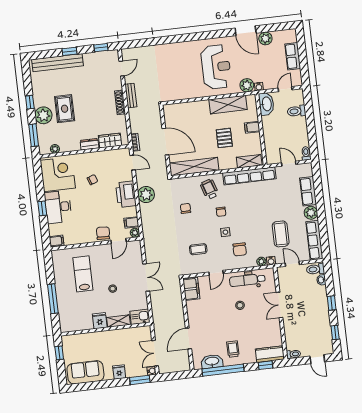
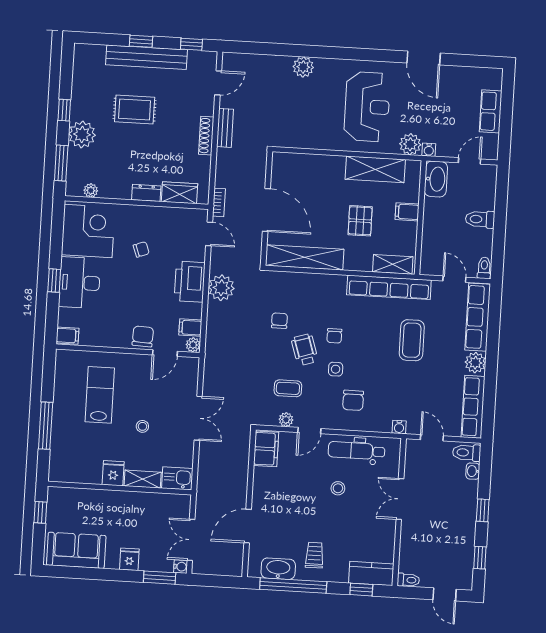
plant: (265, 38) -> (303, 67), moved
bench: (58, 63) -> (146, 57), moved
rug: (65, 109) -> (135, 110), moved, turned 90
toilet: (297, 111) -> (480, 219), moved
wheelchair: (209, 189) -> (305, 350), moved
row of seats: (308, 191) -> (478, 317), width x1.48
coffee table: (281, 234) -> (412, 340), moved
plant: (261, 262) -> (286, 420), moved

